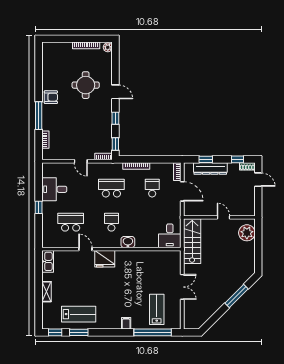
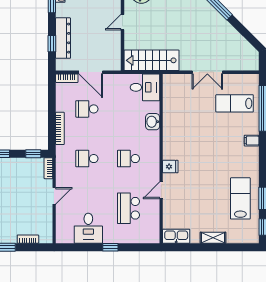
school desk: (111, 188) -> (87, 159), width x0.54
door: (182, 191) -> (91, 72), swing flipped
washbasin: (128, 242) -> (153, 122), moved
fridge: (105, 259) -> (170, 167), width x0.53, depth x0.75
double door: (182, 287) -> (207, 72), swing flipped

